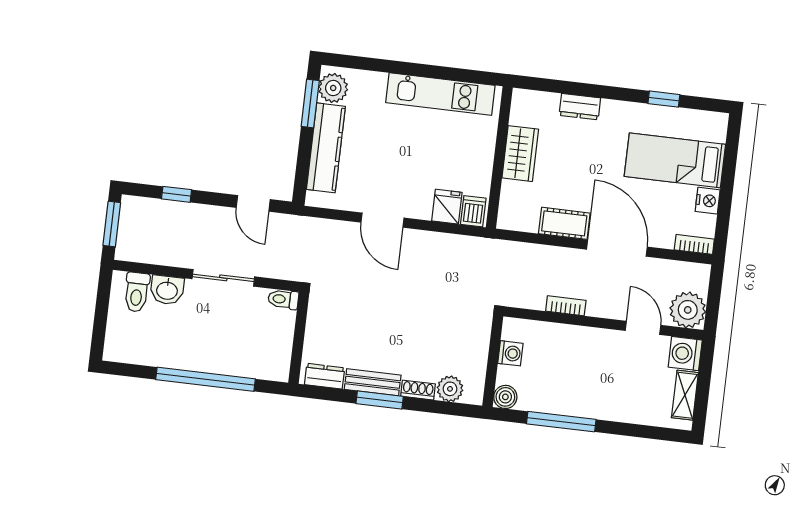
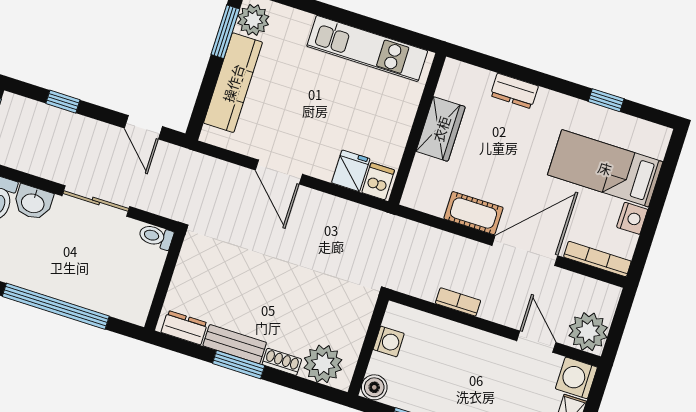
bookcase: (694, 244) -> (597, 259), width x1.56
door: (617, 248) -> (525, 251), hinge flipped
plant: (450, 389) -> (323, 364), width x1.36, depth x1.36

